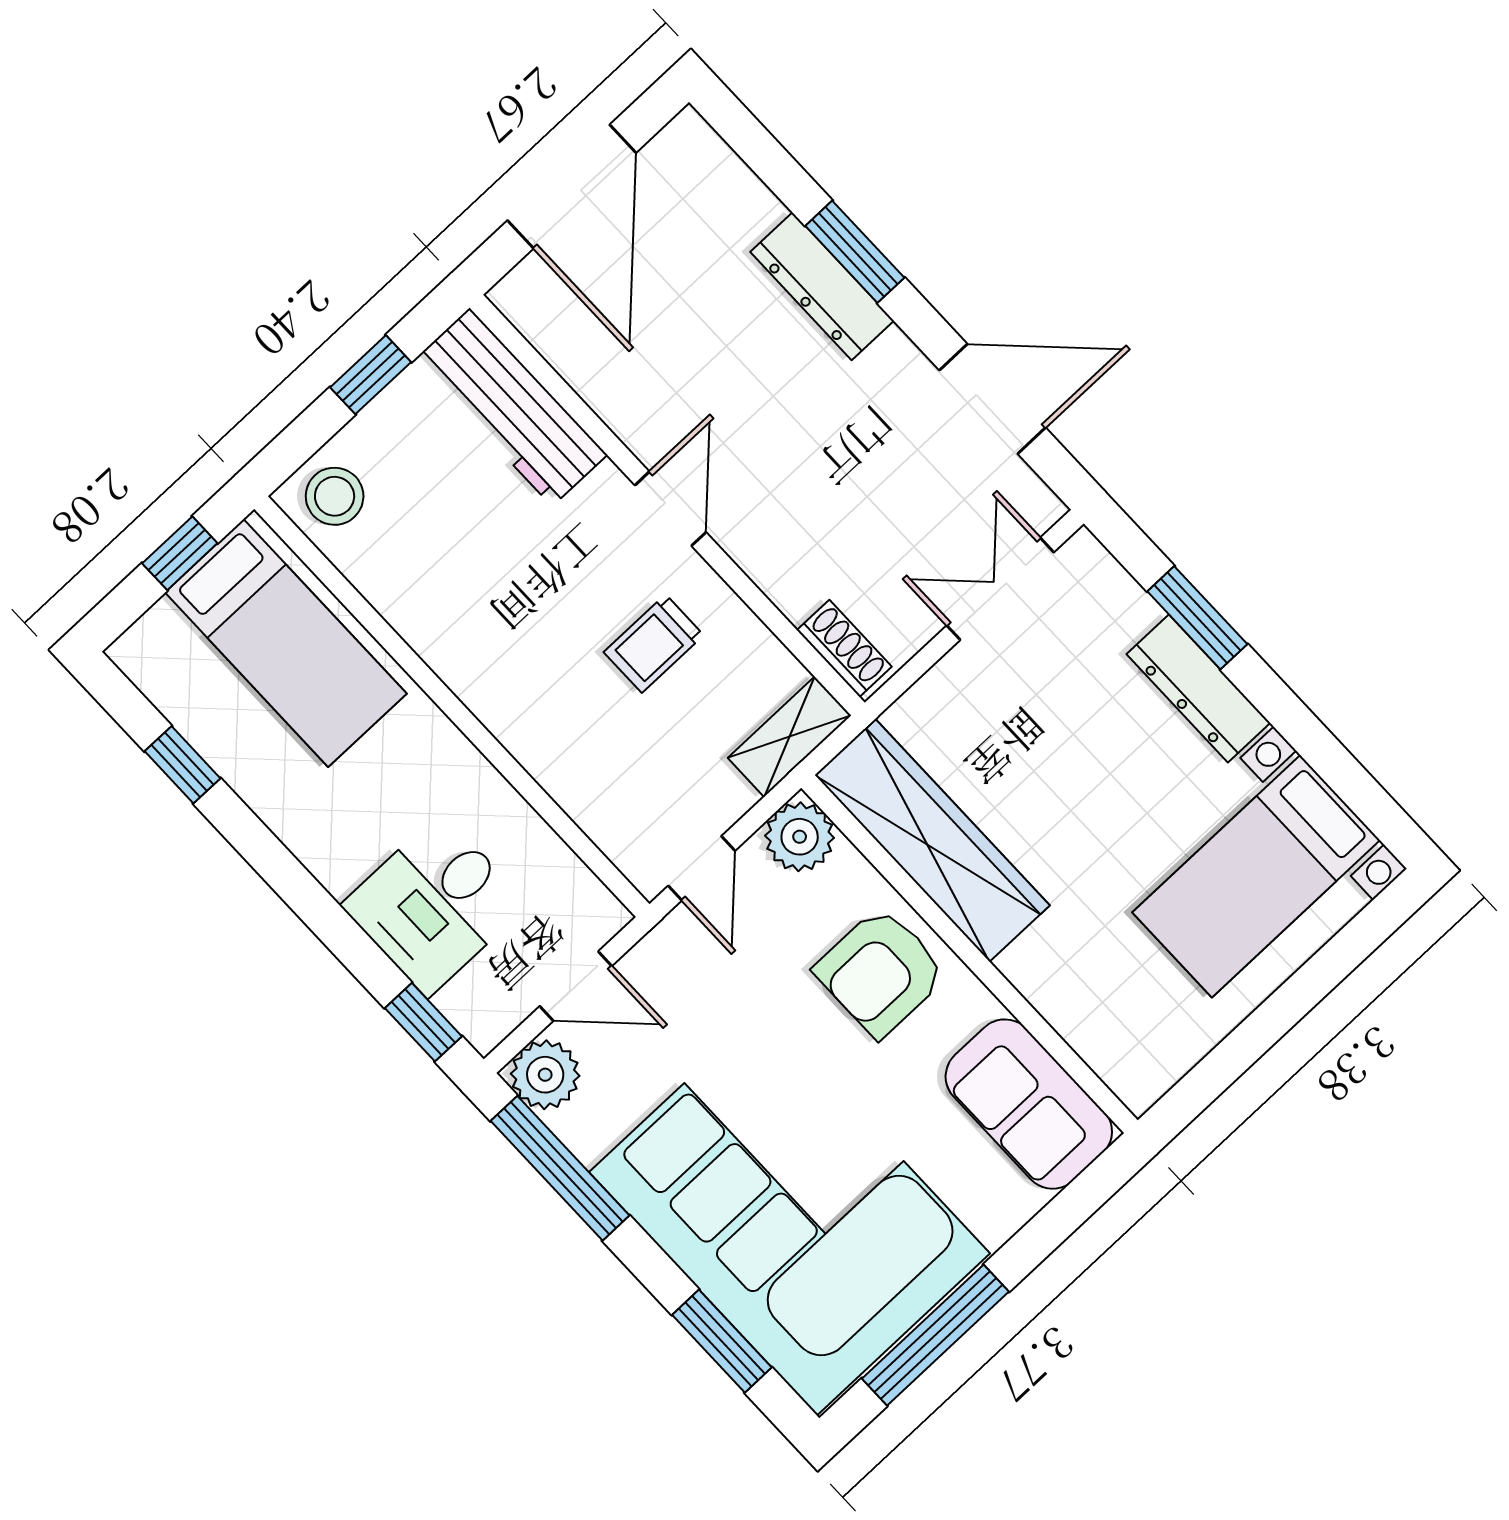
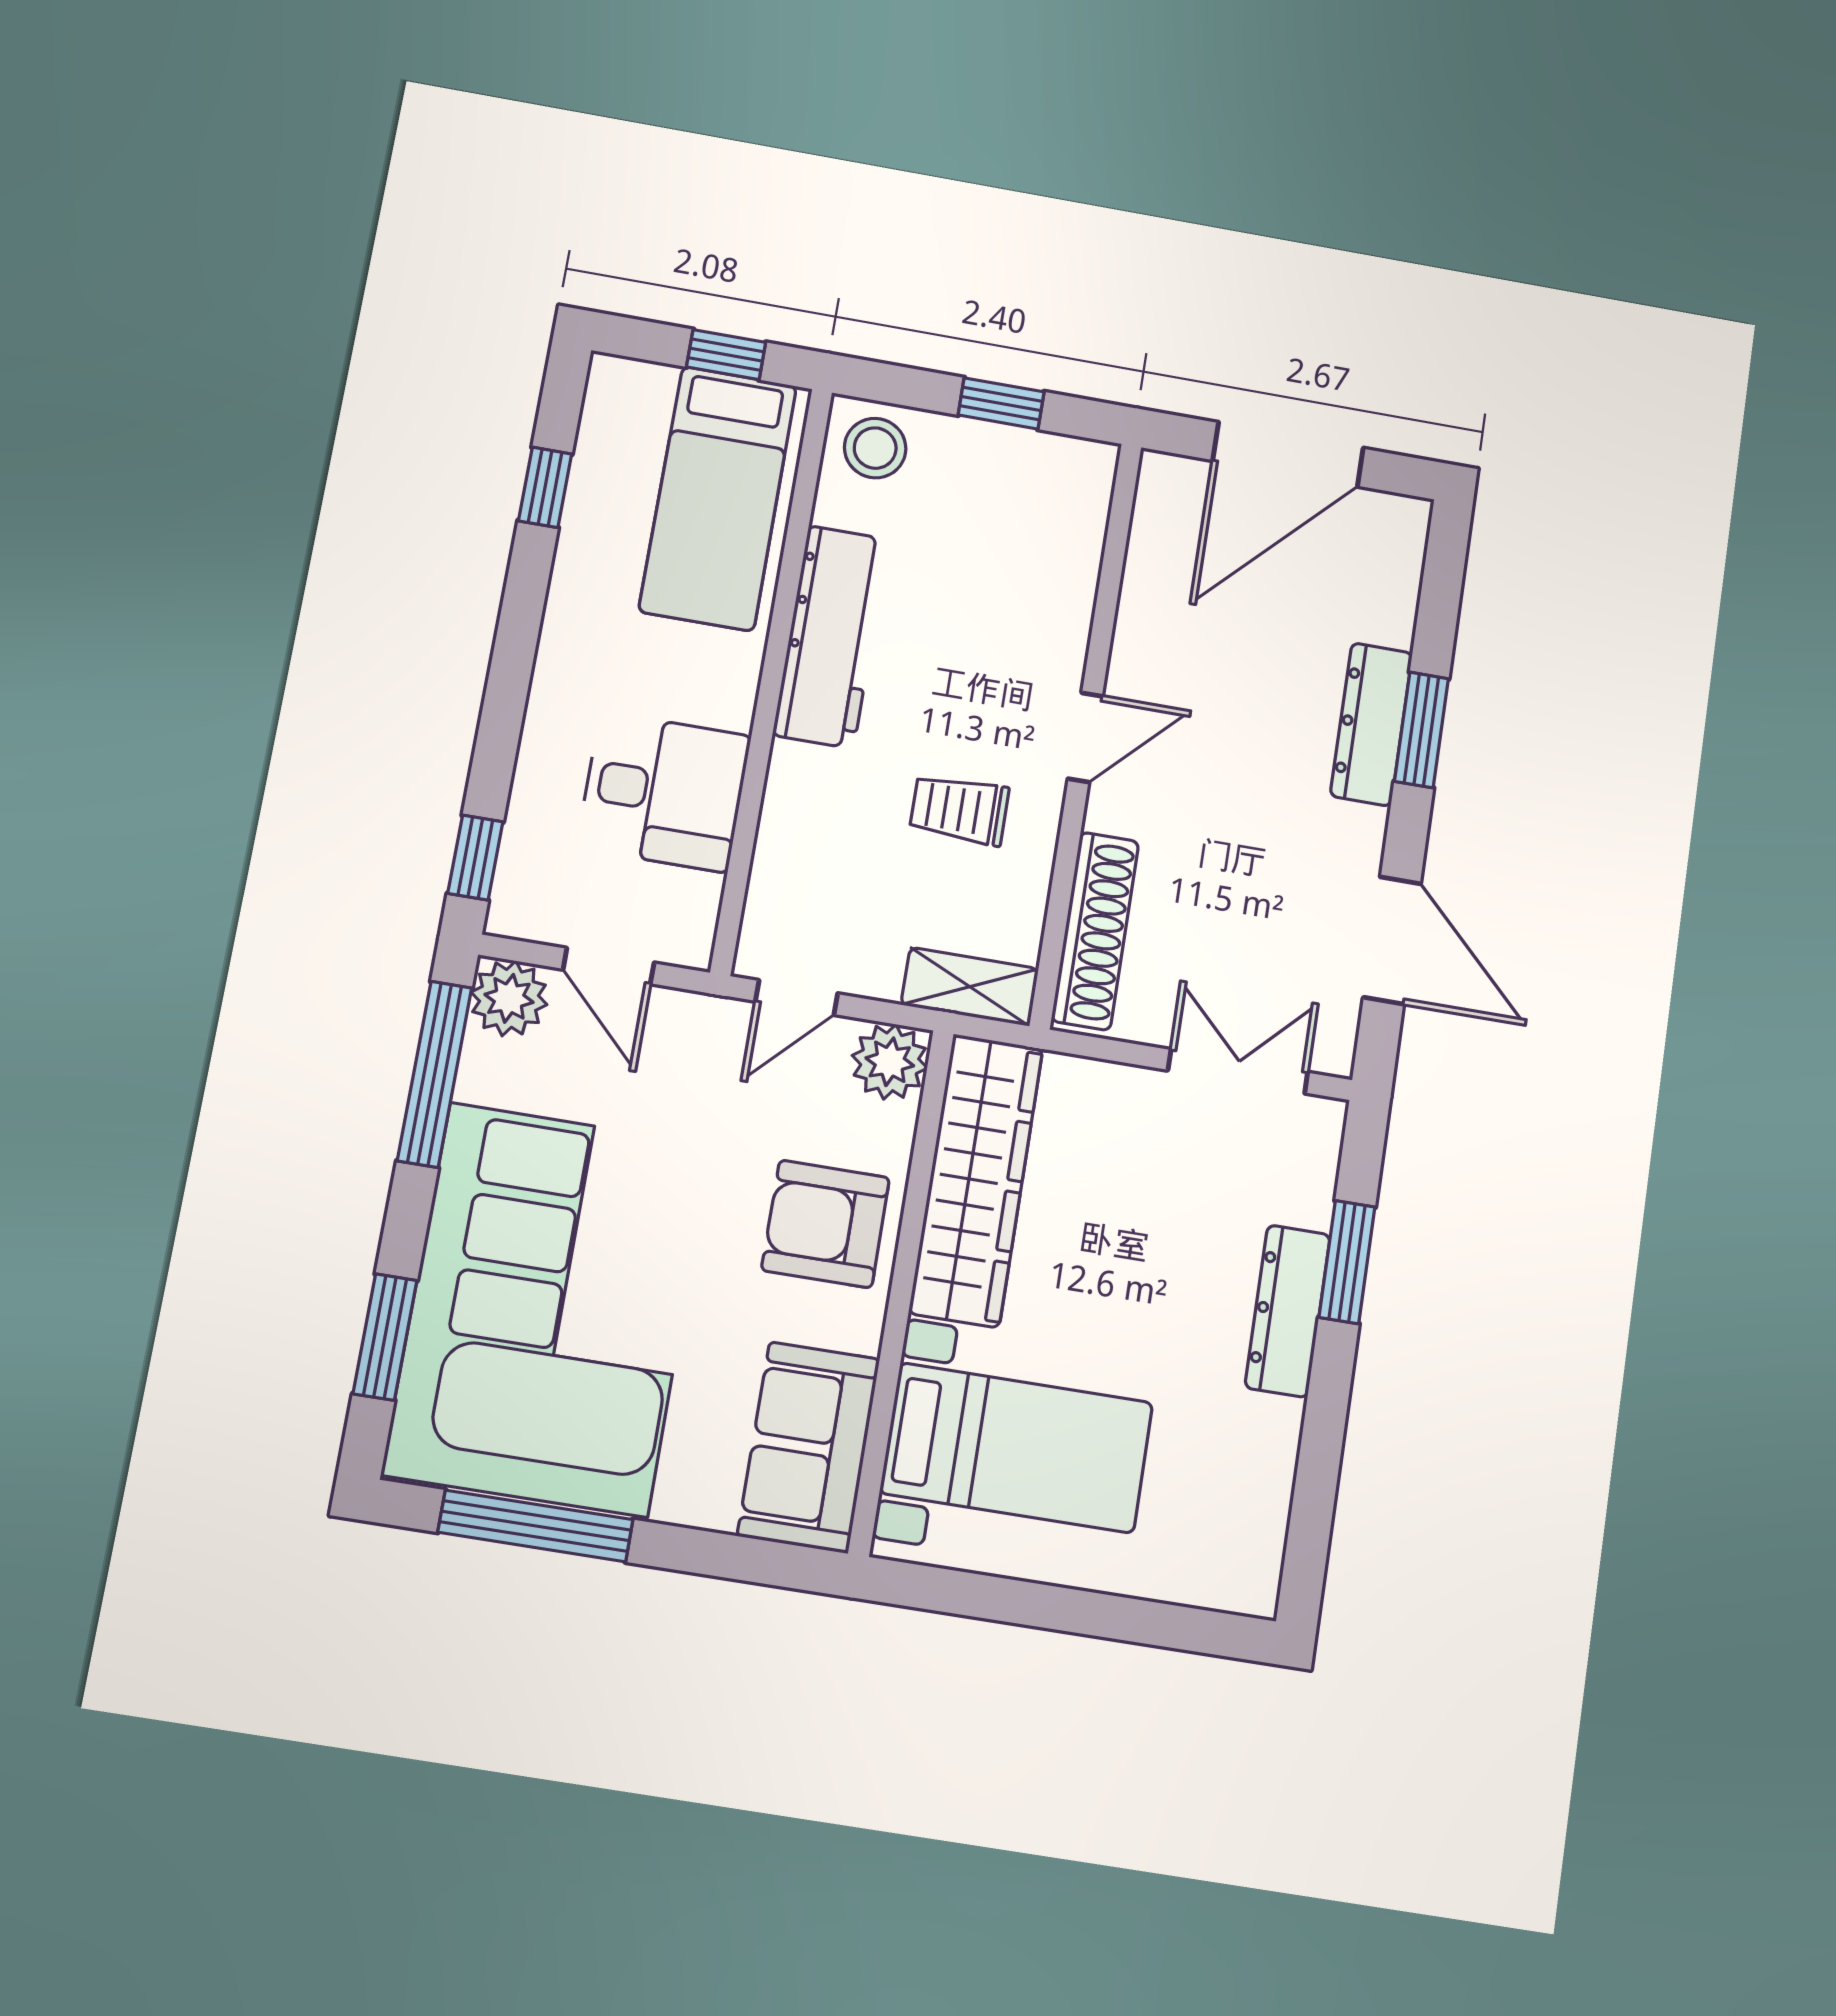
workbench: (511, 407) -> (831, 637), moved, turned 180
shoe rack: (844, 648) -> (1095, 931), width x1.94, depth x1.24
bed with nightstands: (1256, 876) -> (1017, 1448), moved, turned 180
desk: (434, 905) -> (664, 792), moved, turned 180

